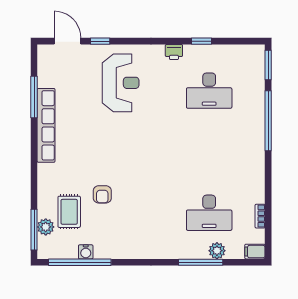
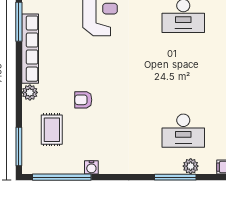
armchair: (102, 194) -> (83, 100), moved, turned 90
plant: (46, 227) -> (30, 92), moved
water cooler: (86, 252) -> (91, 167), moved

